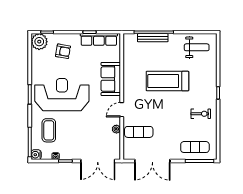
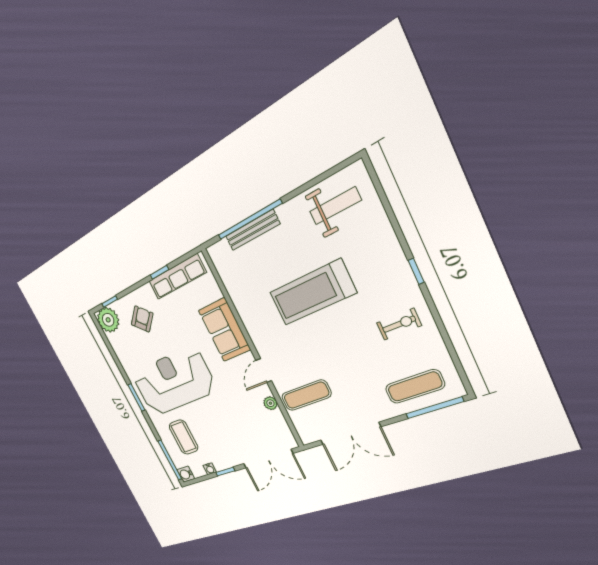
armchair: (63, 51) -> (142, 319), turned -55

